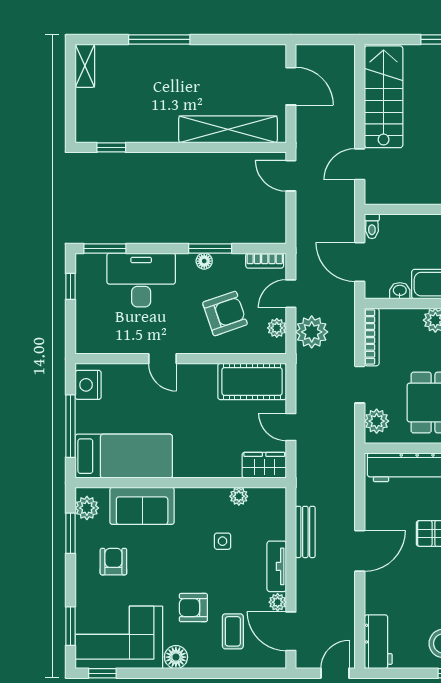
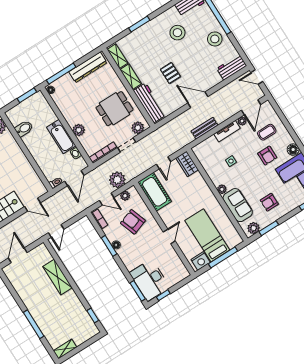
shelving: (228, 129) -> (58, 277), width x0.68
desk: (141, 280) -> (150, 280), moved
bed: (124, 456) -> (207, 235), moved
plant: (239, 496) -> (222, 189), moved

